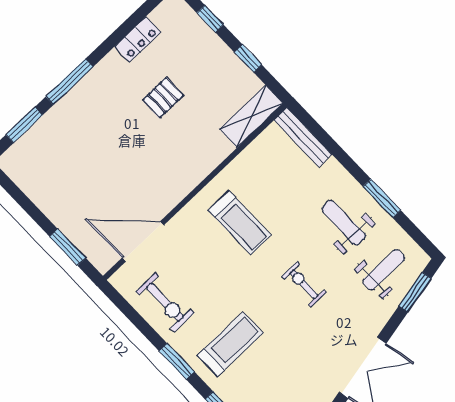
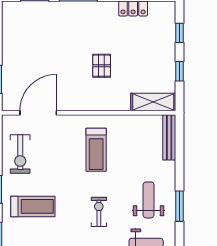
pallet: (163, 98) -> (102, 66), moved, turned 90
door: (143, 242) -> (38, 113), hinge flipped

